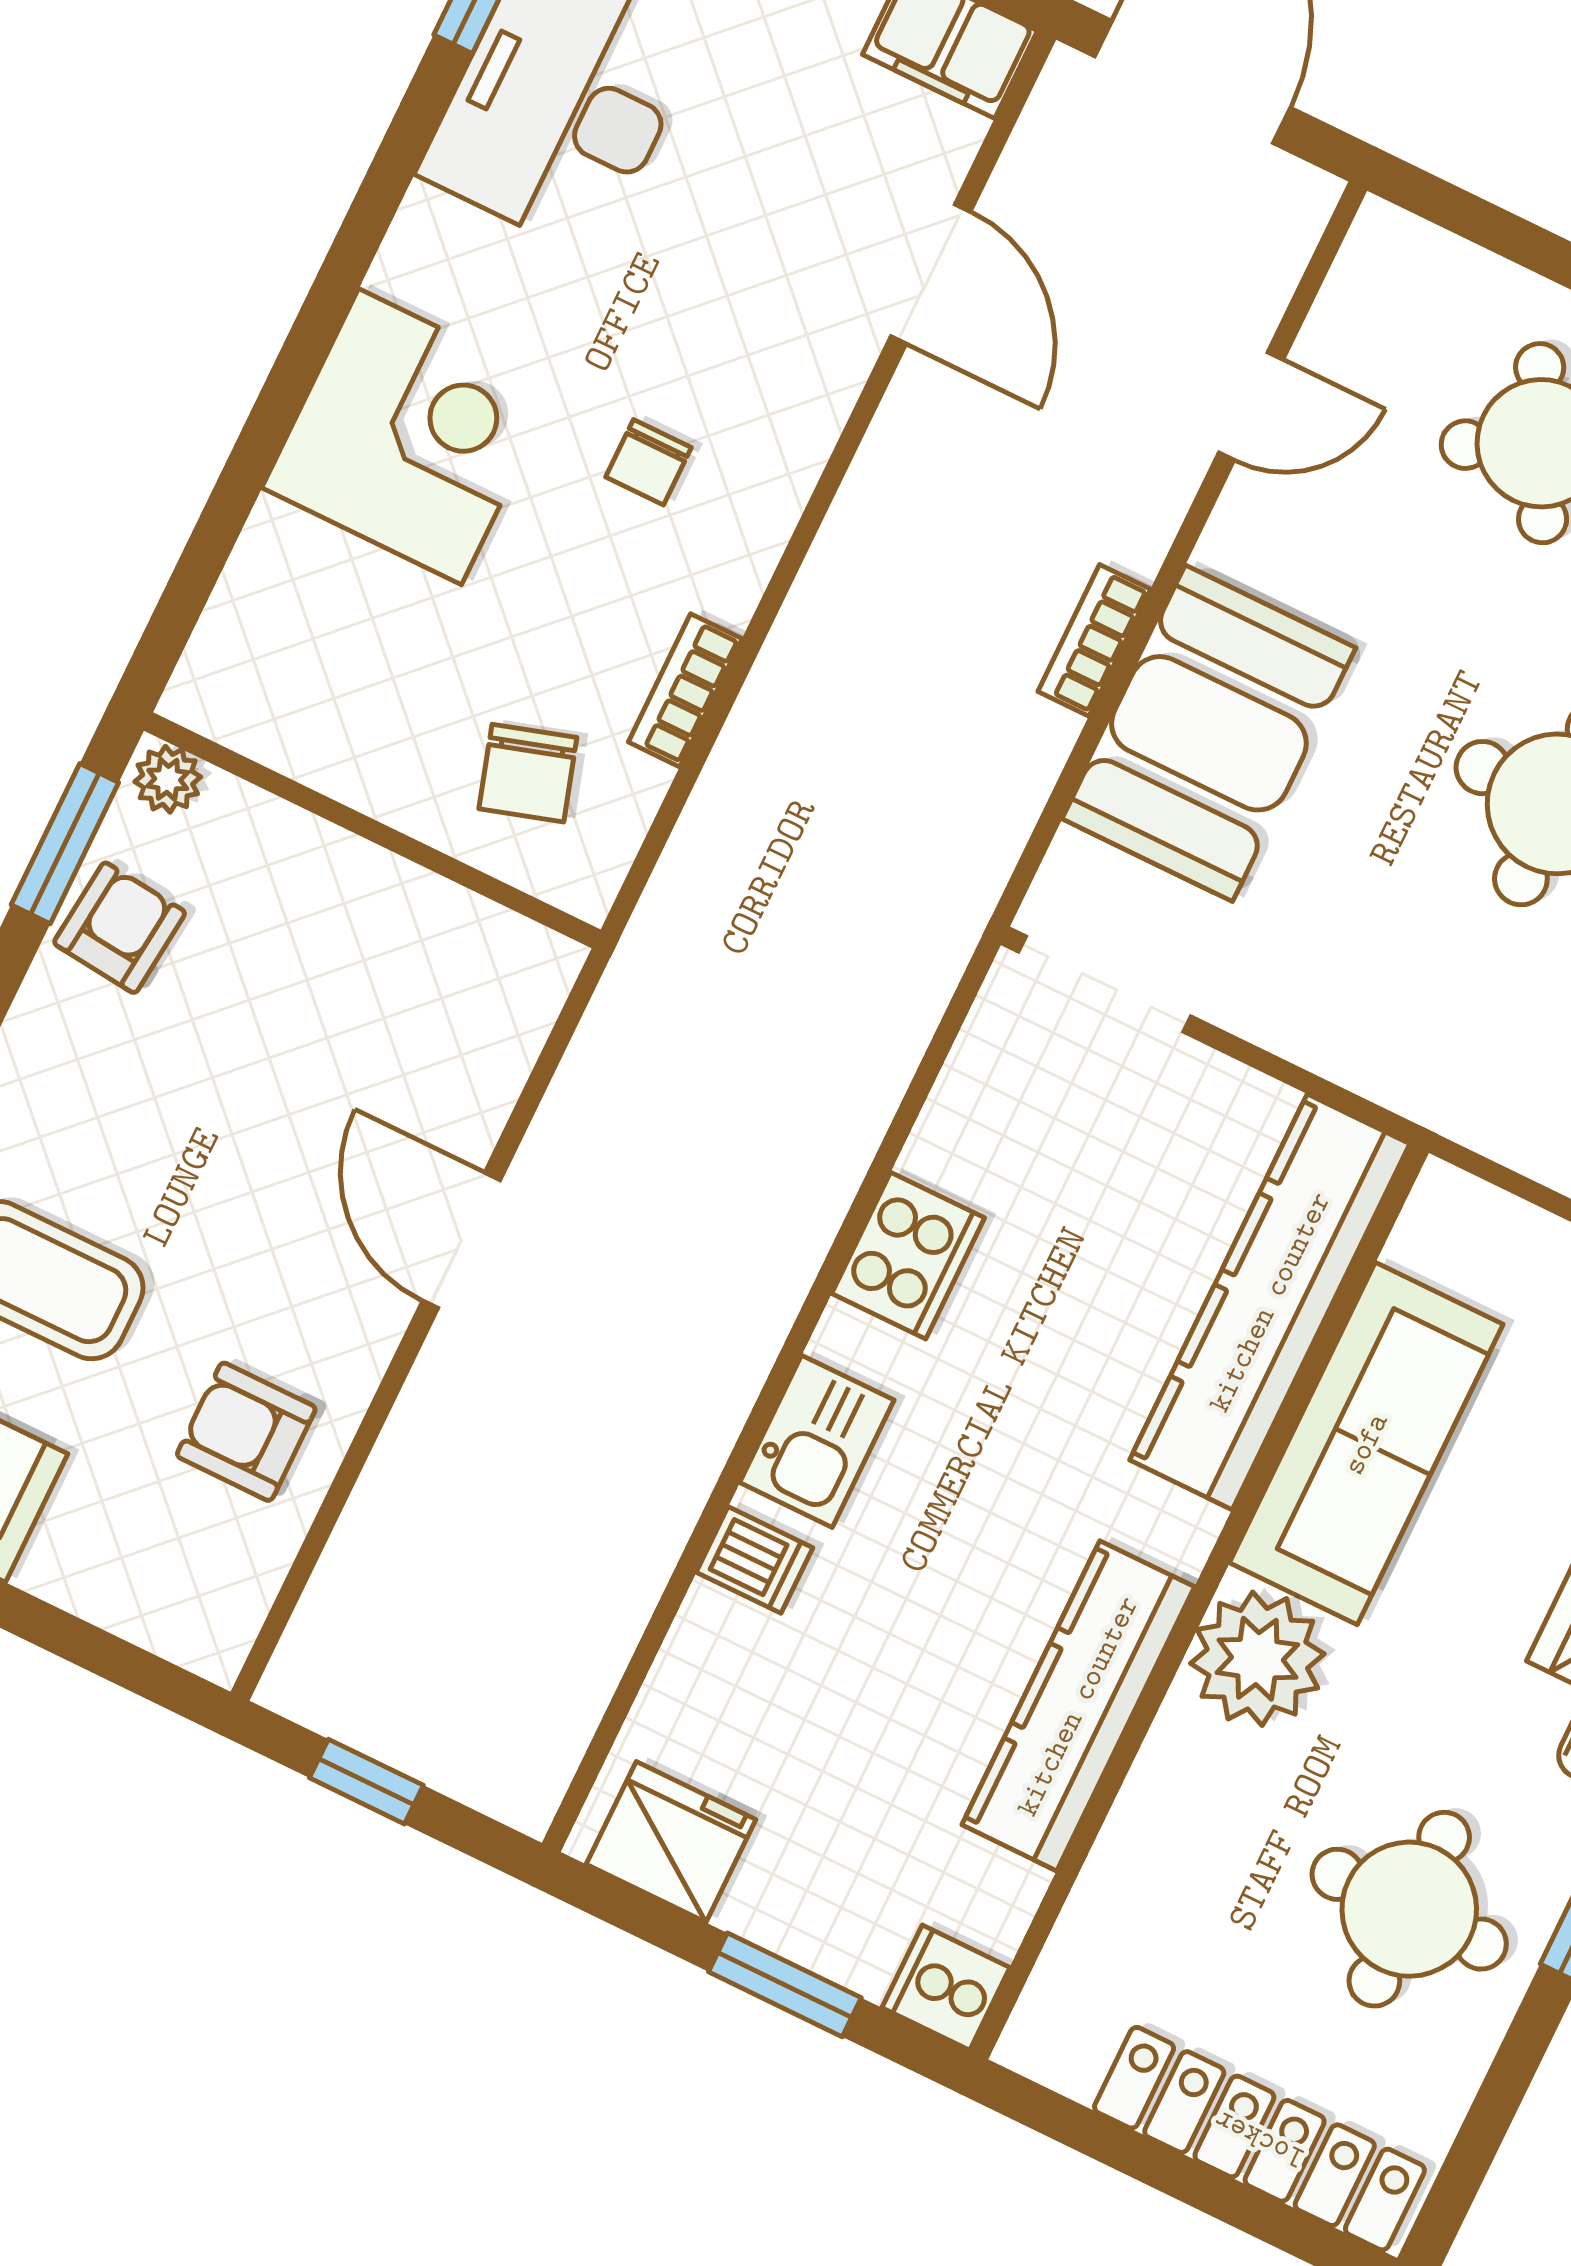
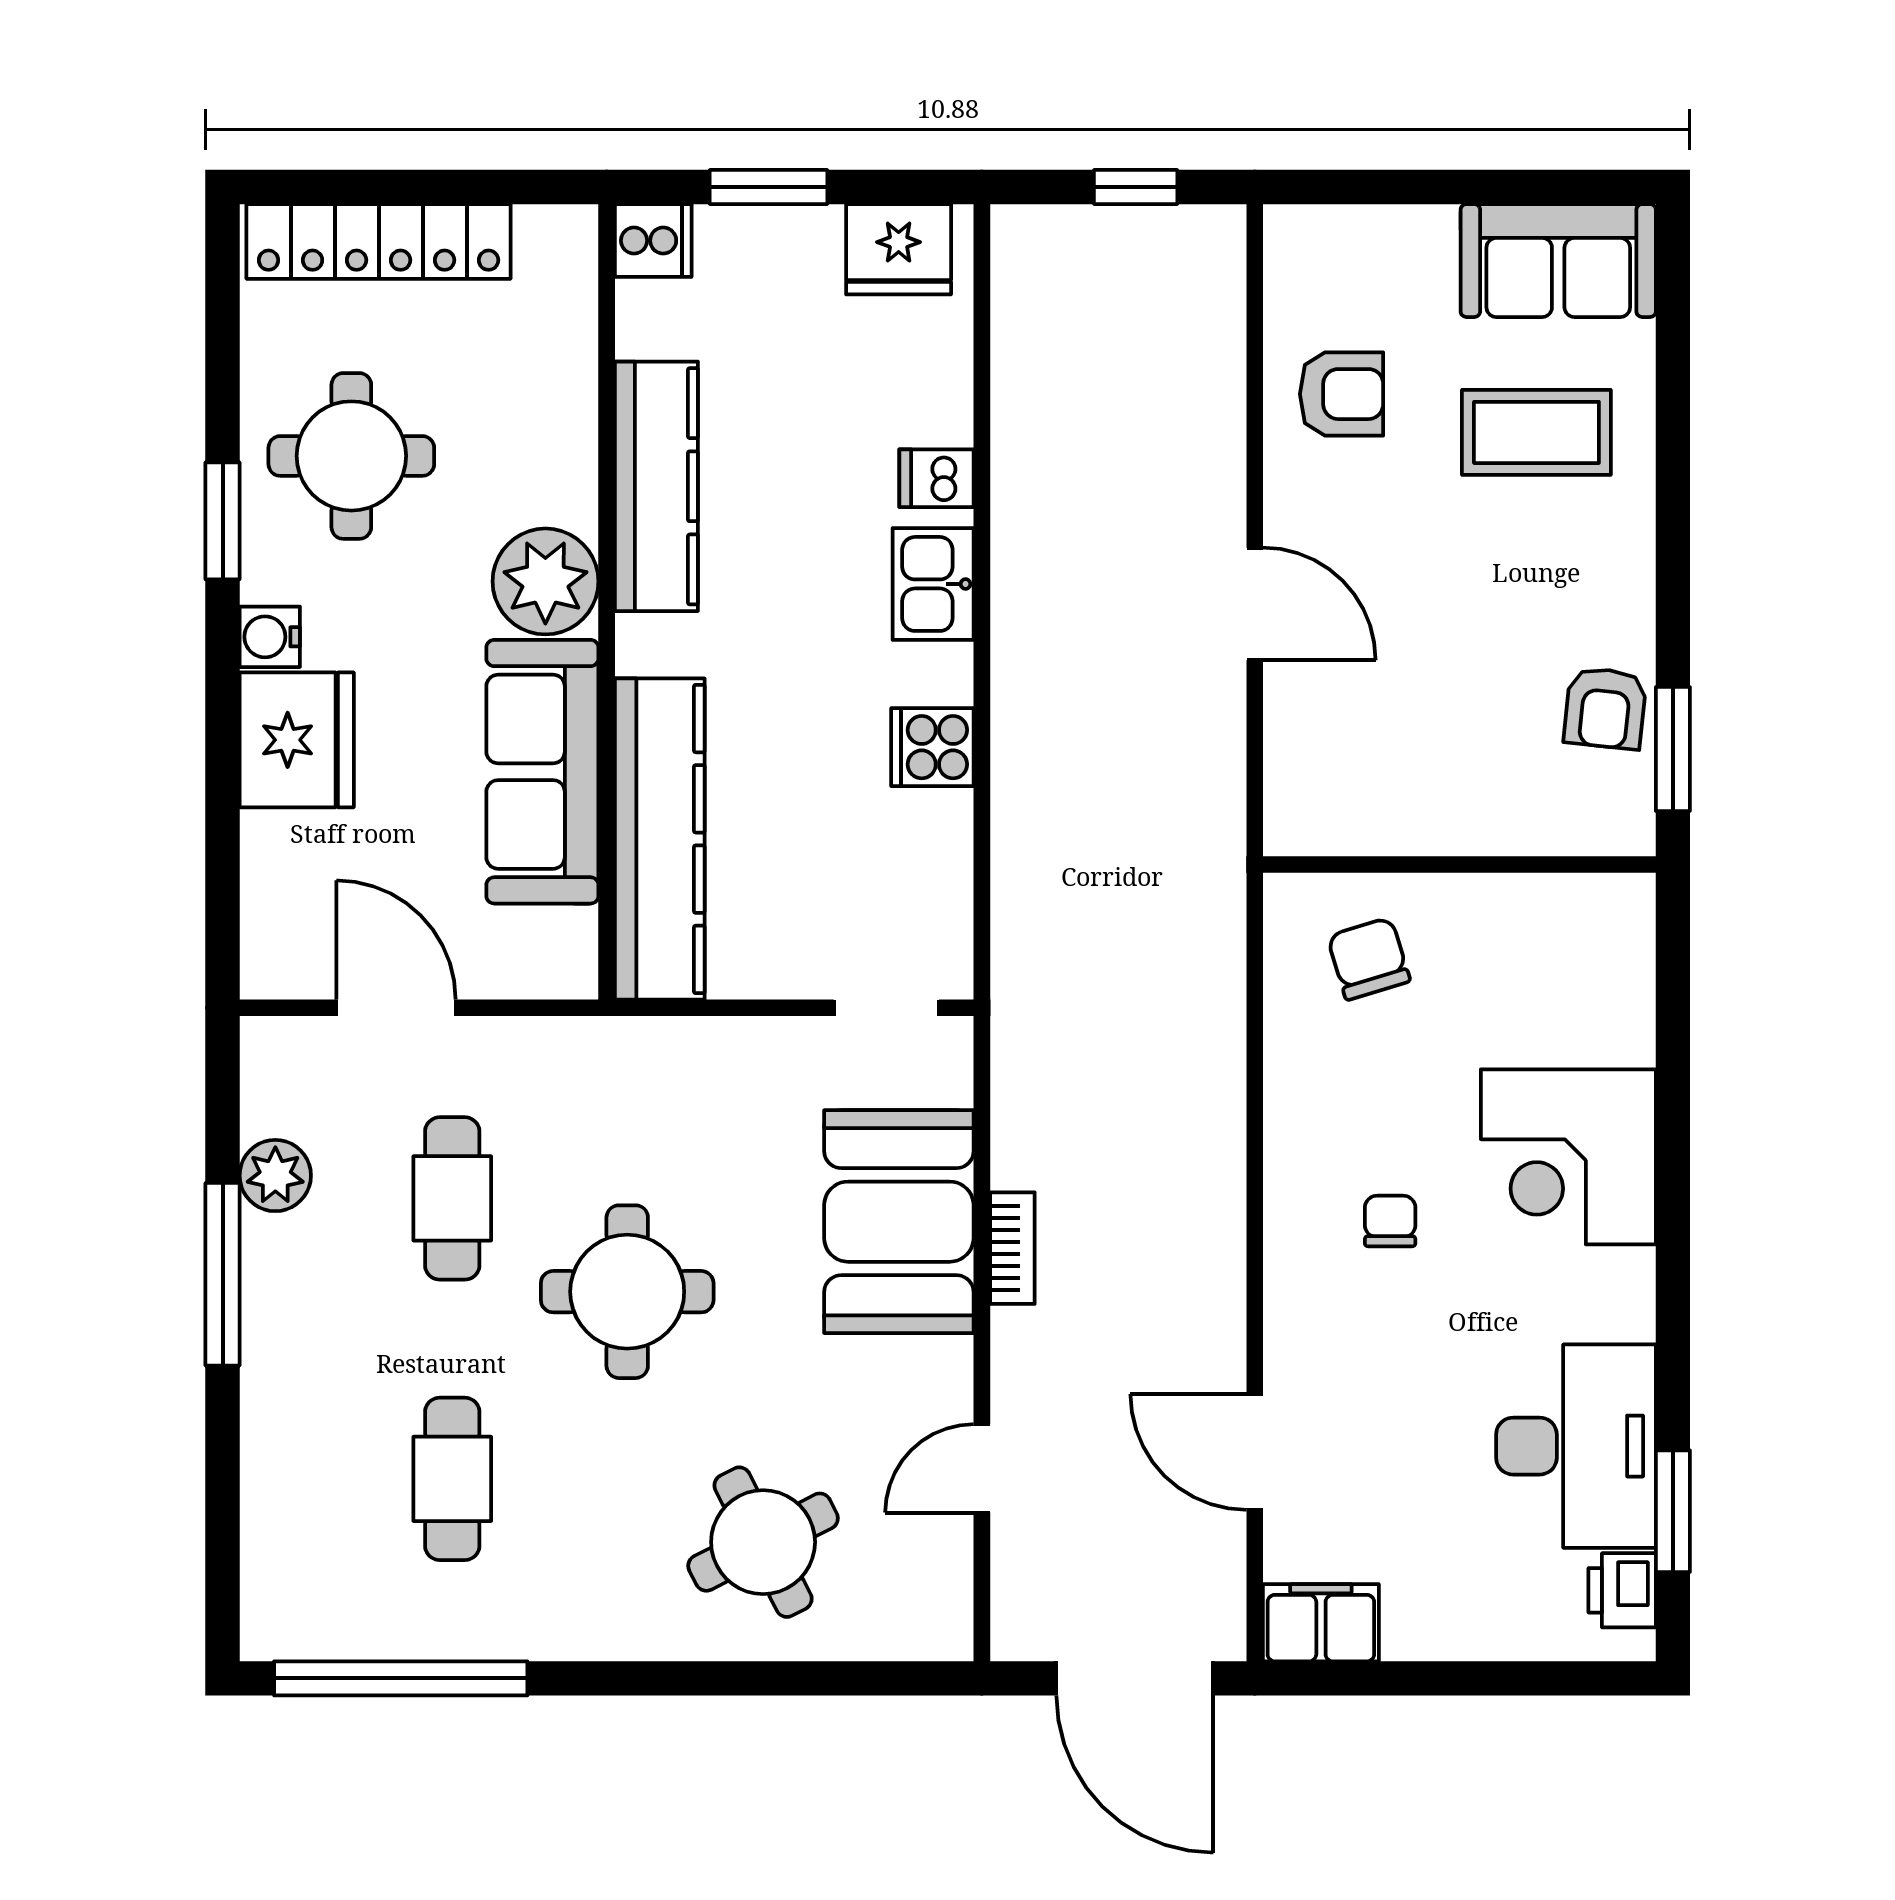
bookcase: (685, 690) -> (1285, 1072), removed
plant: (168, 779) -> (1622, 830), removed
doorway: (1105, 984) -> (886, 1008), width x0.73
cooker: (908, 1256) -> (932, 747), width x0.73

